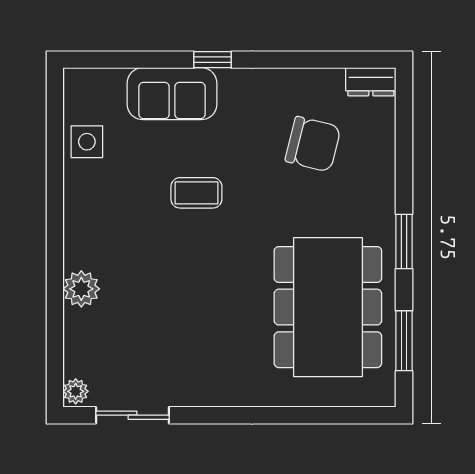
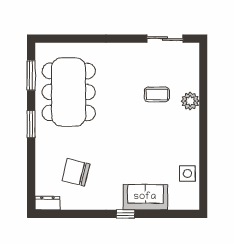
coffee table: (196, 193) -> (157, 94), moved
plant: (76, 391) -> (193, 50), removed

